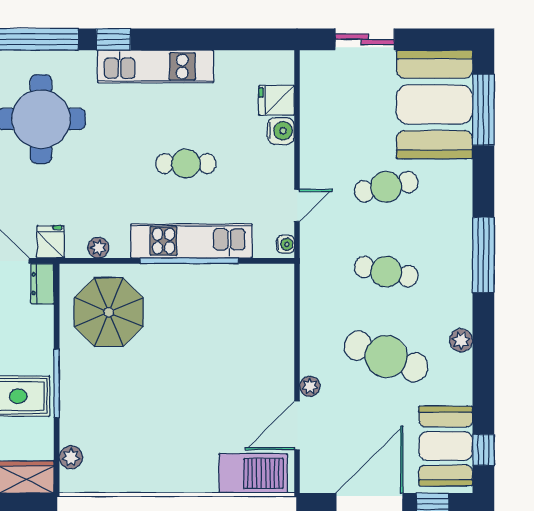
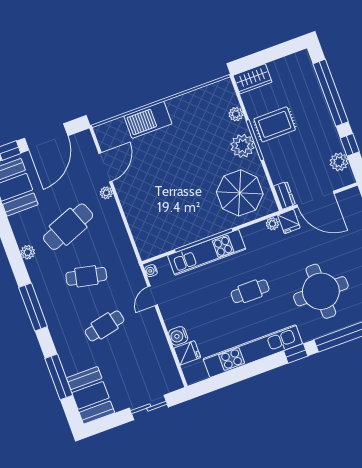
kitchen unit: (156, 66) -> (253, 351), width x1.36
booth: (435, 104) -> (90, 395), width x0.73, depth x0.70
window: (483, 110) -> (59, 377), moved
cafe table: (186, 164) -> (250, 291), moved
plant: (98, 248) -> (272, 224), moved
cafe table: (386, 356) -> (68, 227), turned -42
plant: (79, 382) -> (242, 146), added
plant: (71, 457) -> (236, 114), moved
barbecue: (253, 473) -> (148, 120), moved

